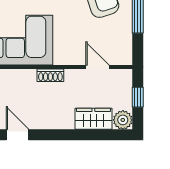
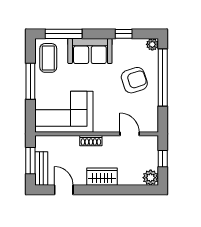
wardrobe: (93, 119) -> (102, 177), moved

